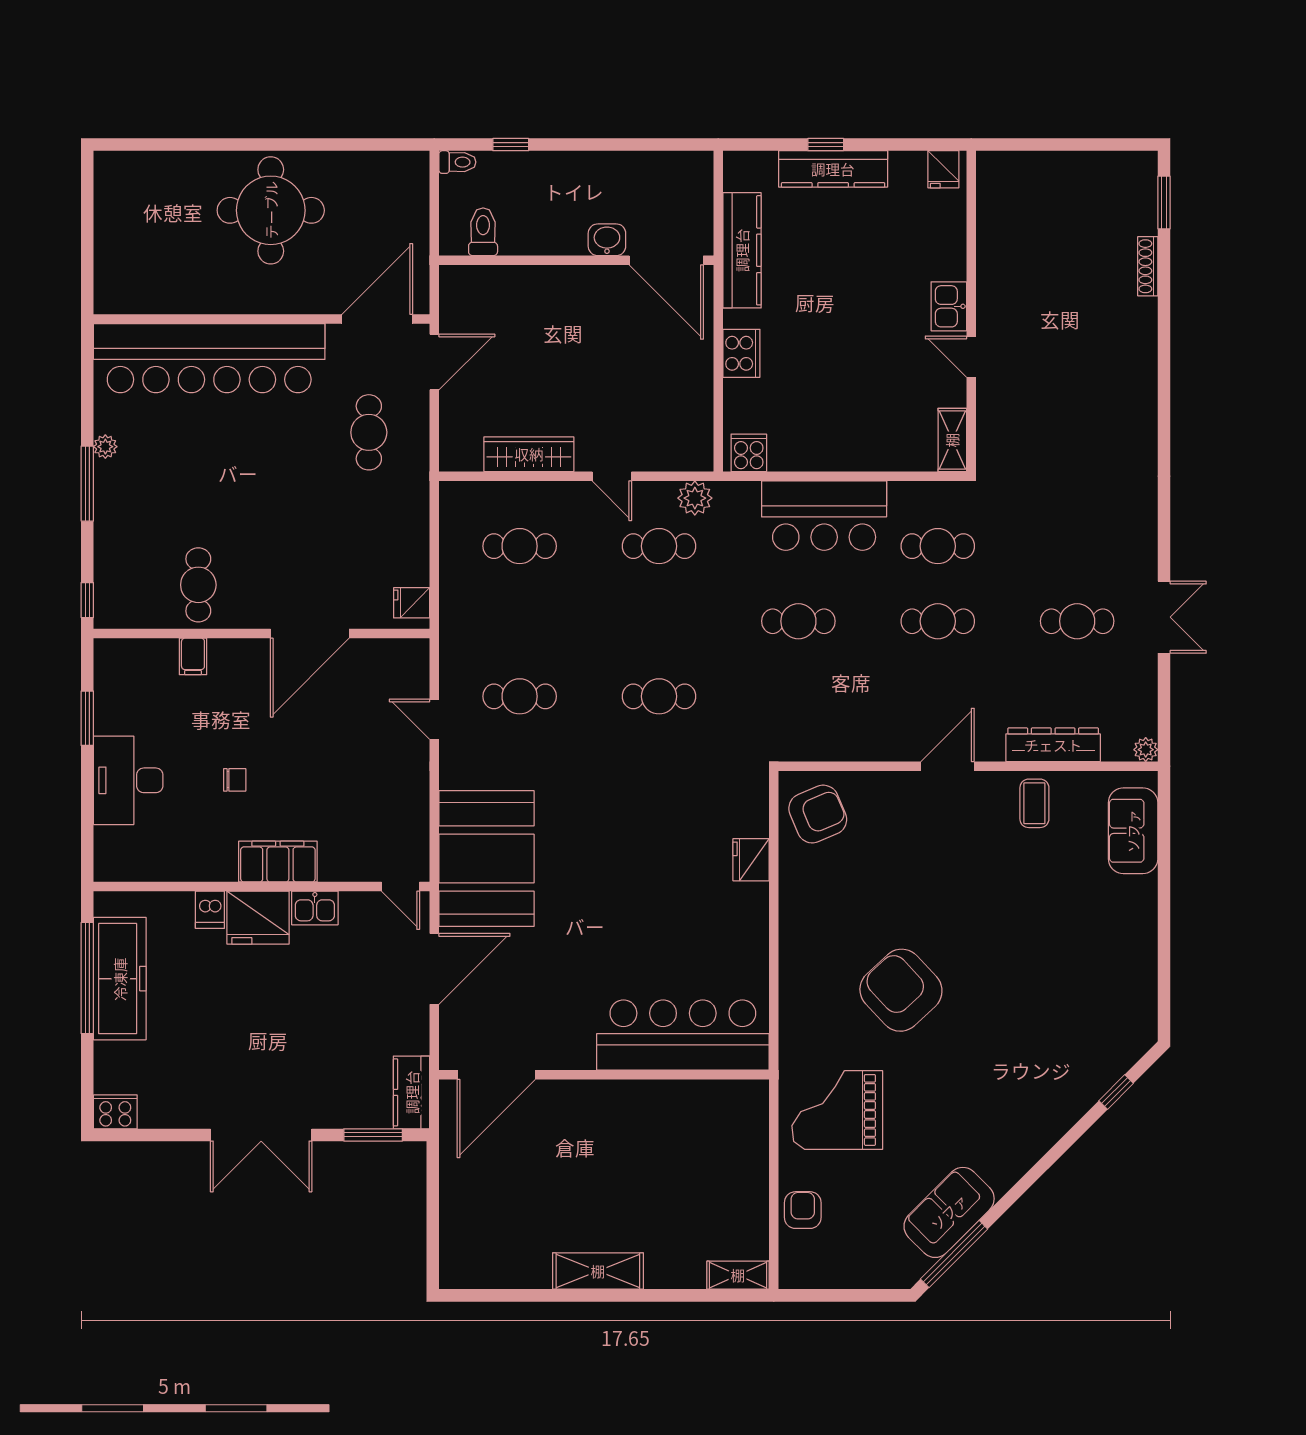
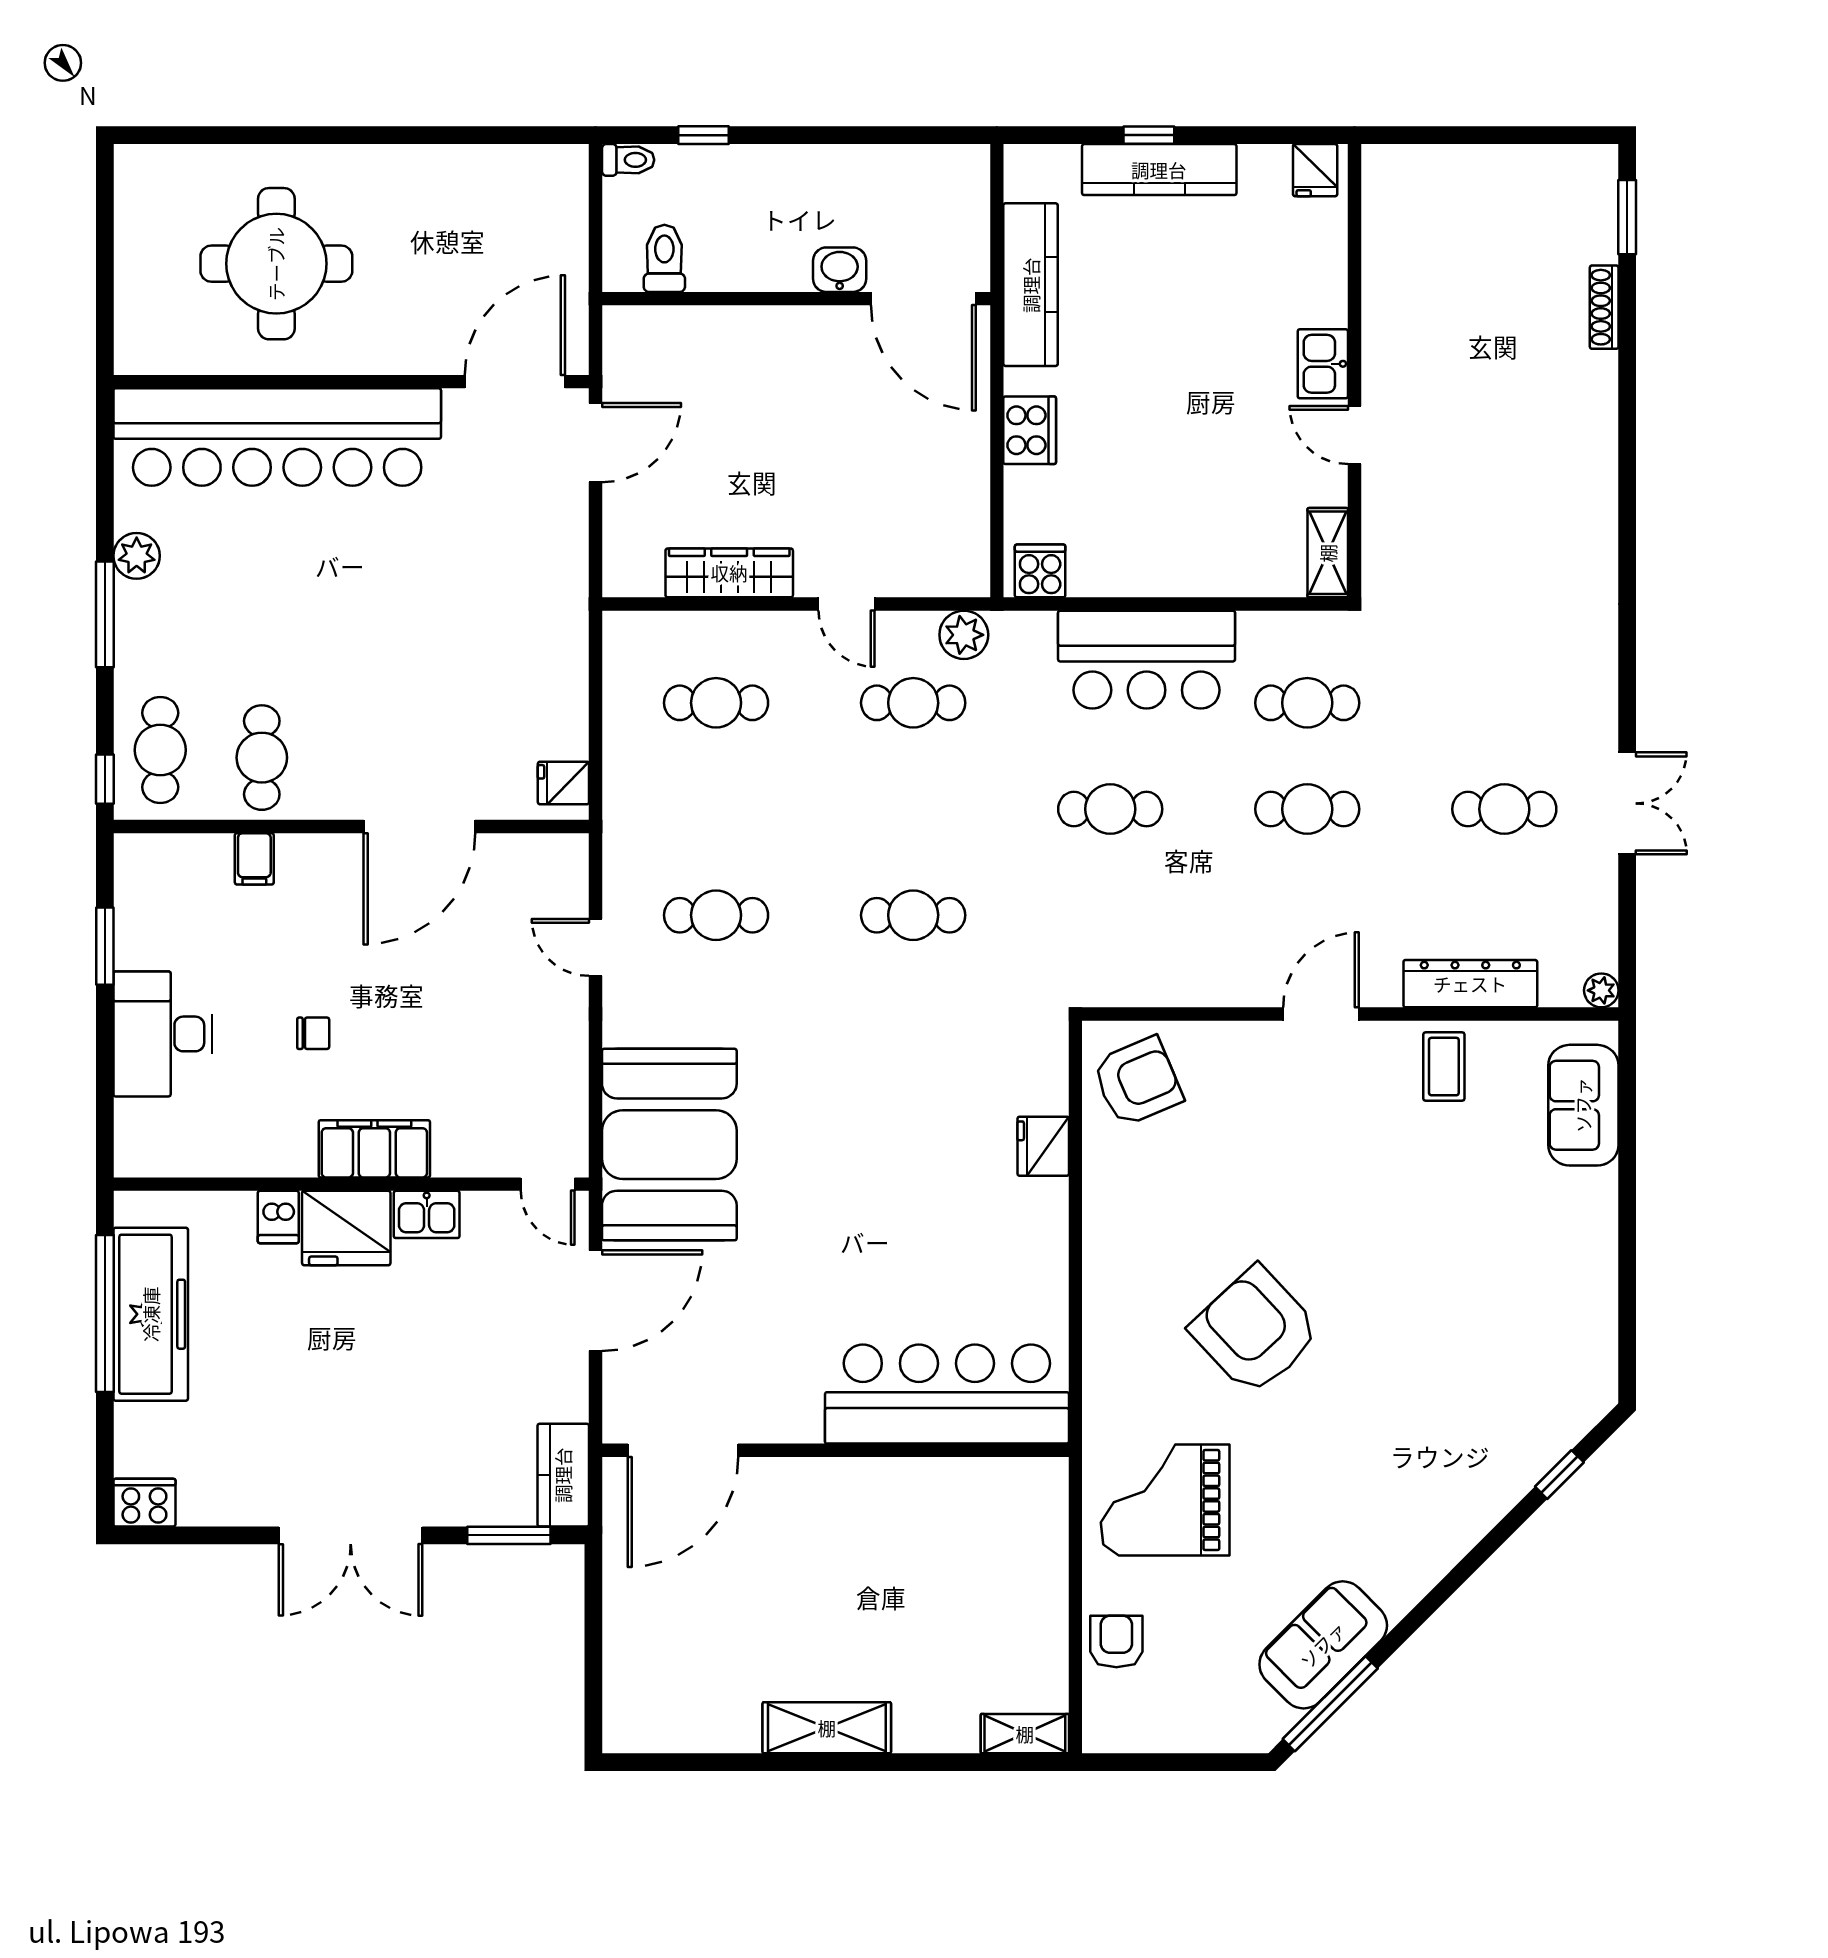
round table: (271, 210) -> (276, 264), moved
cafe table: (369, 432) -> (160, 750), moved
plant: (105, 447) -> (137, 556), width x1.38, depth x1.38

